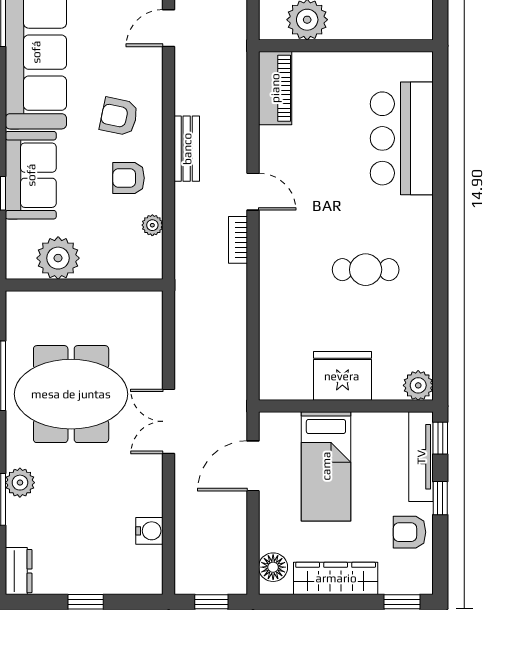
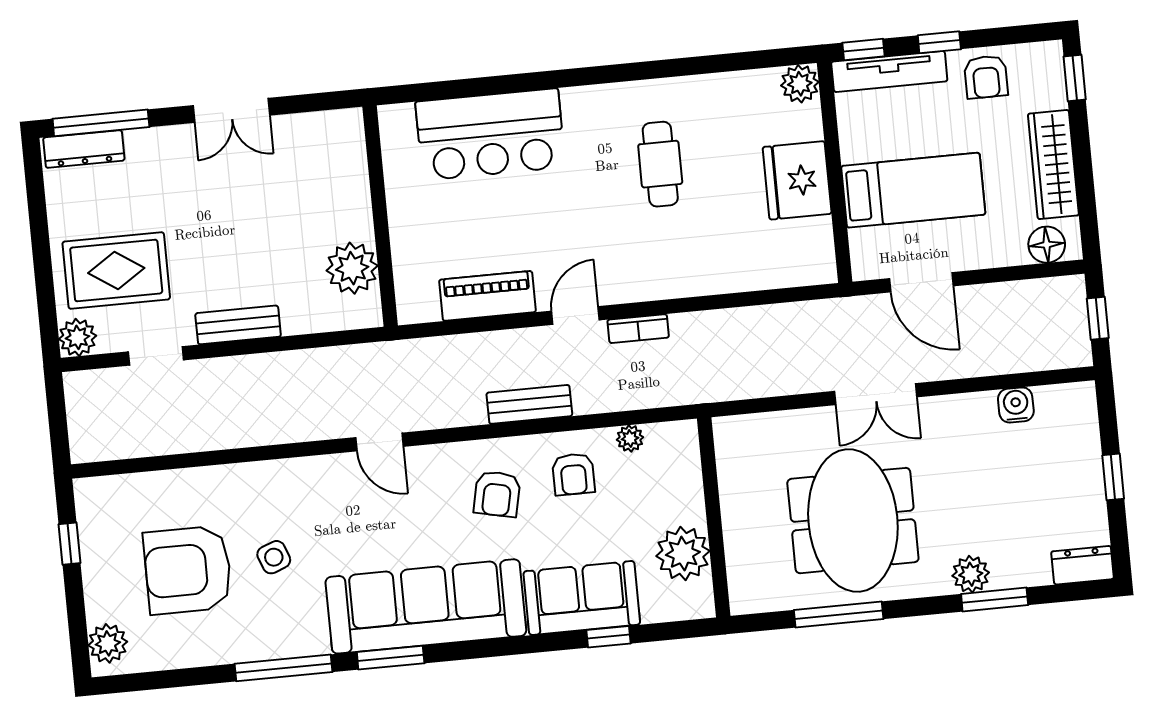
piano: (275, 88) -> (487, 296), moved

